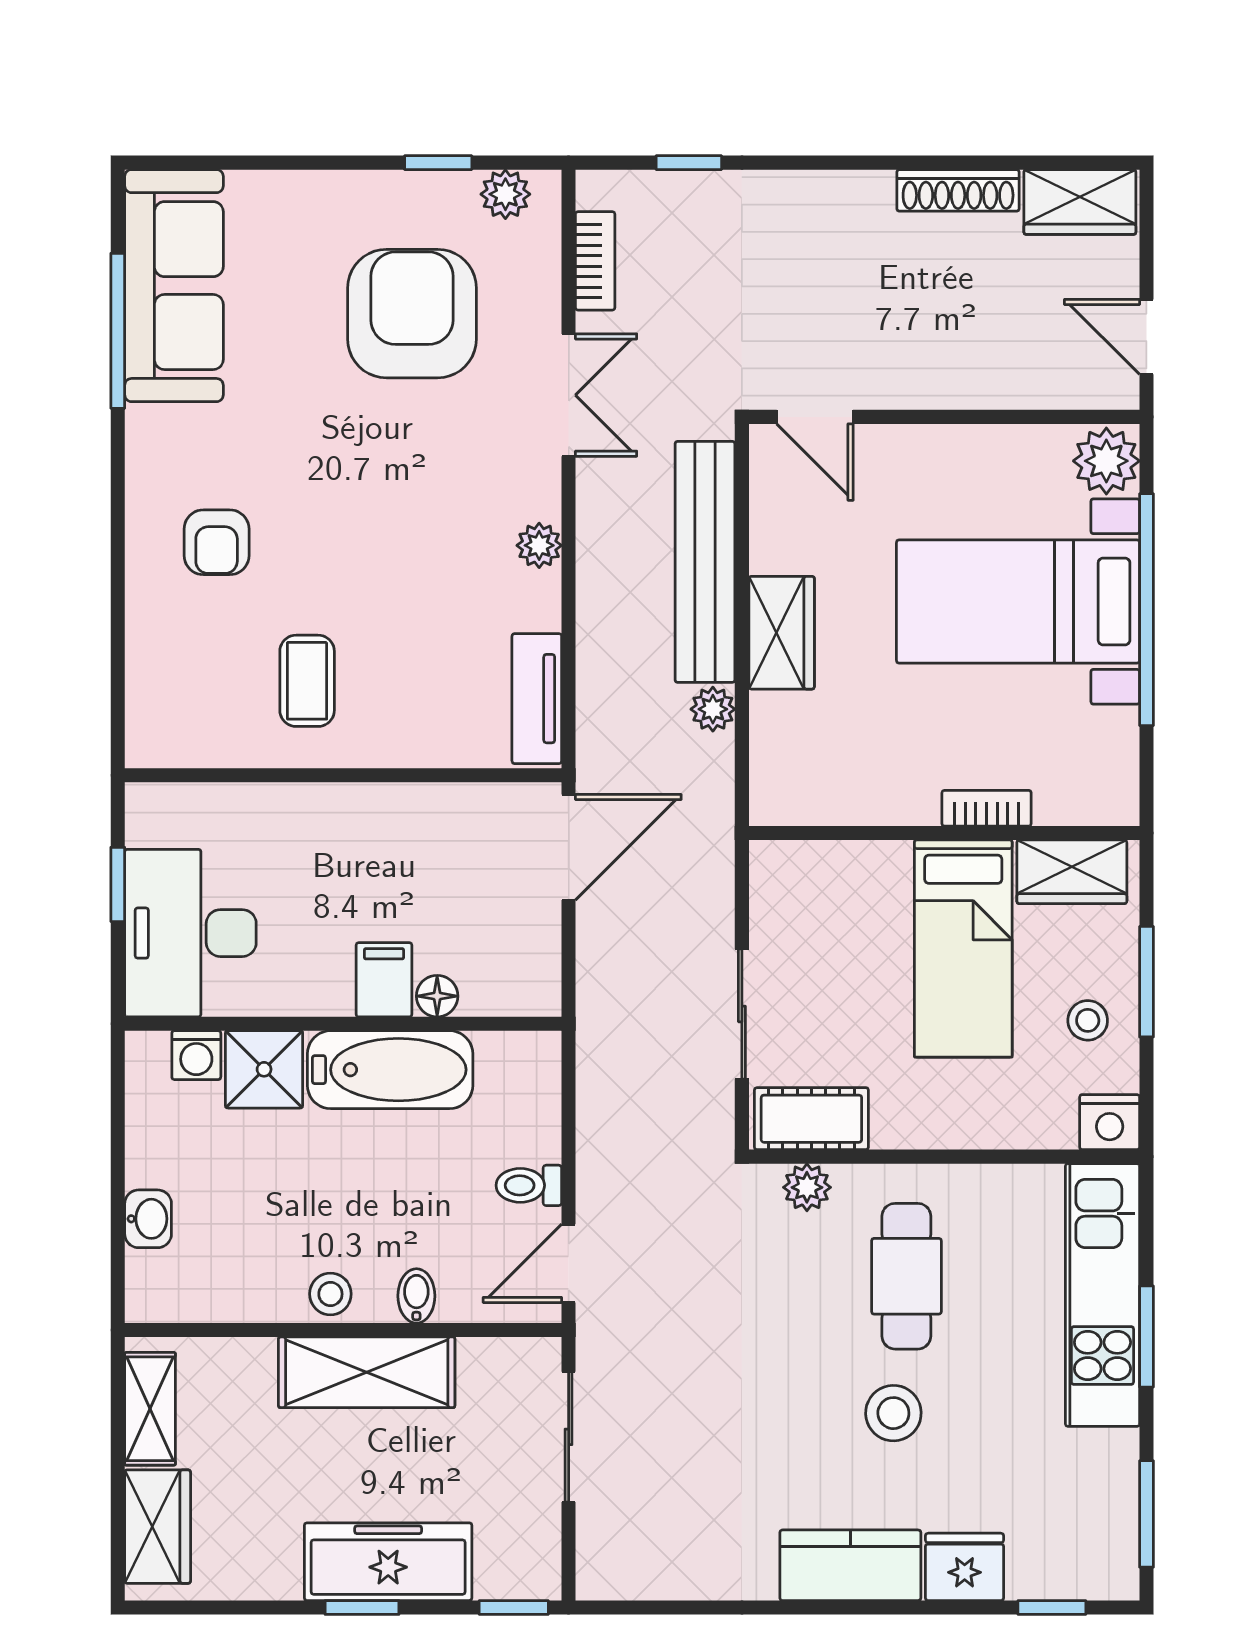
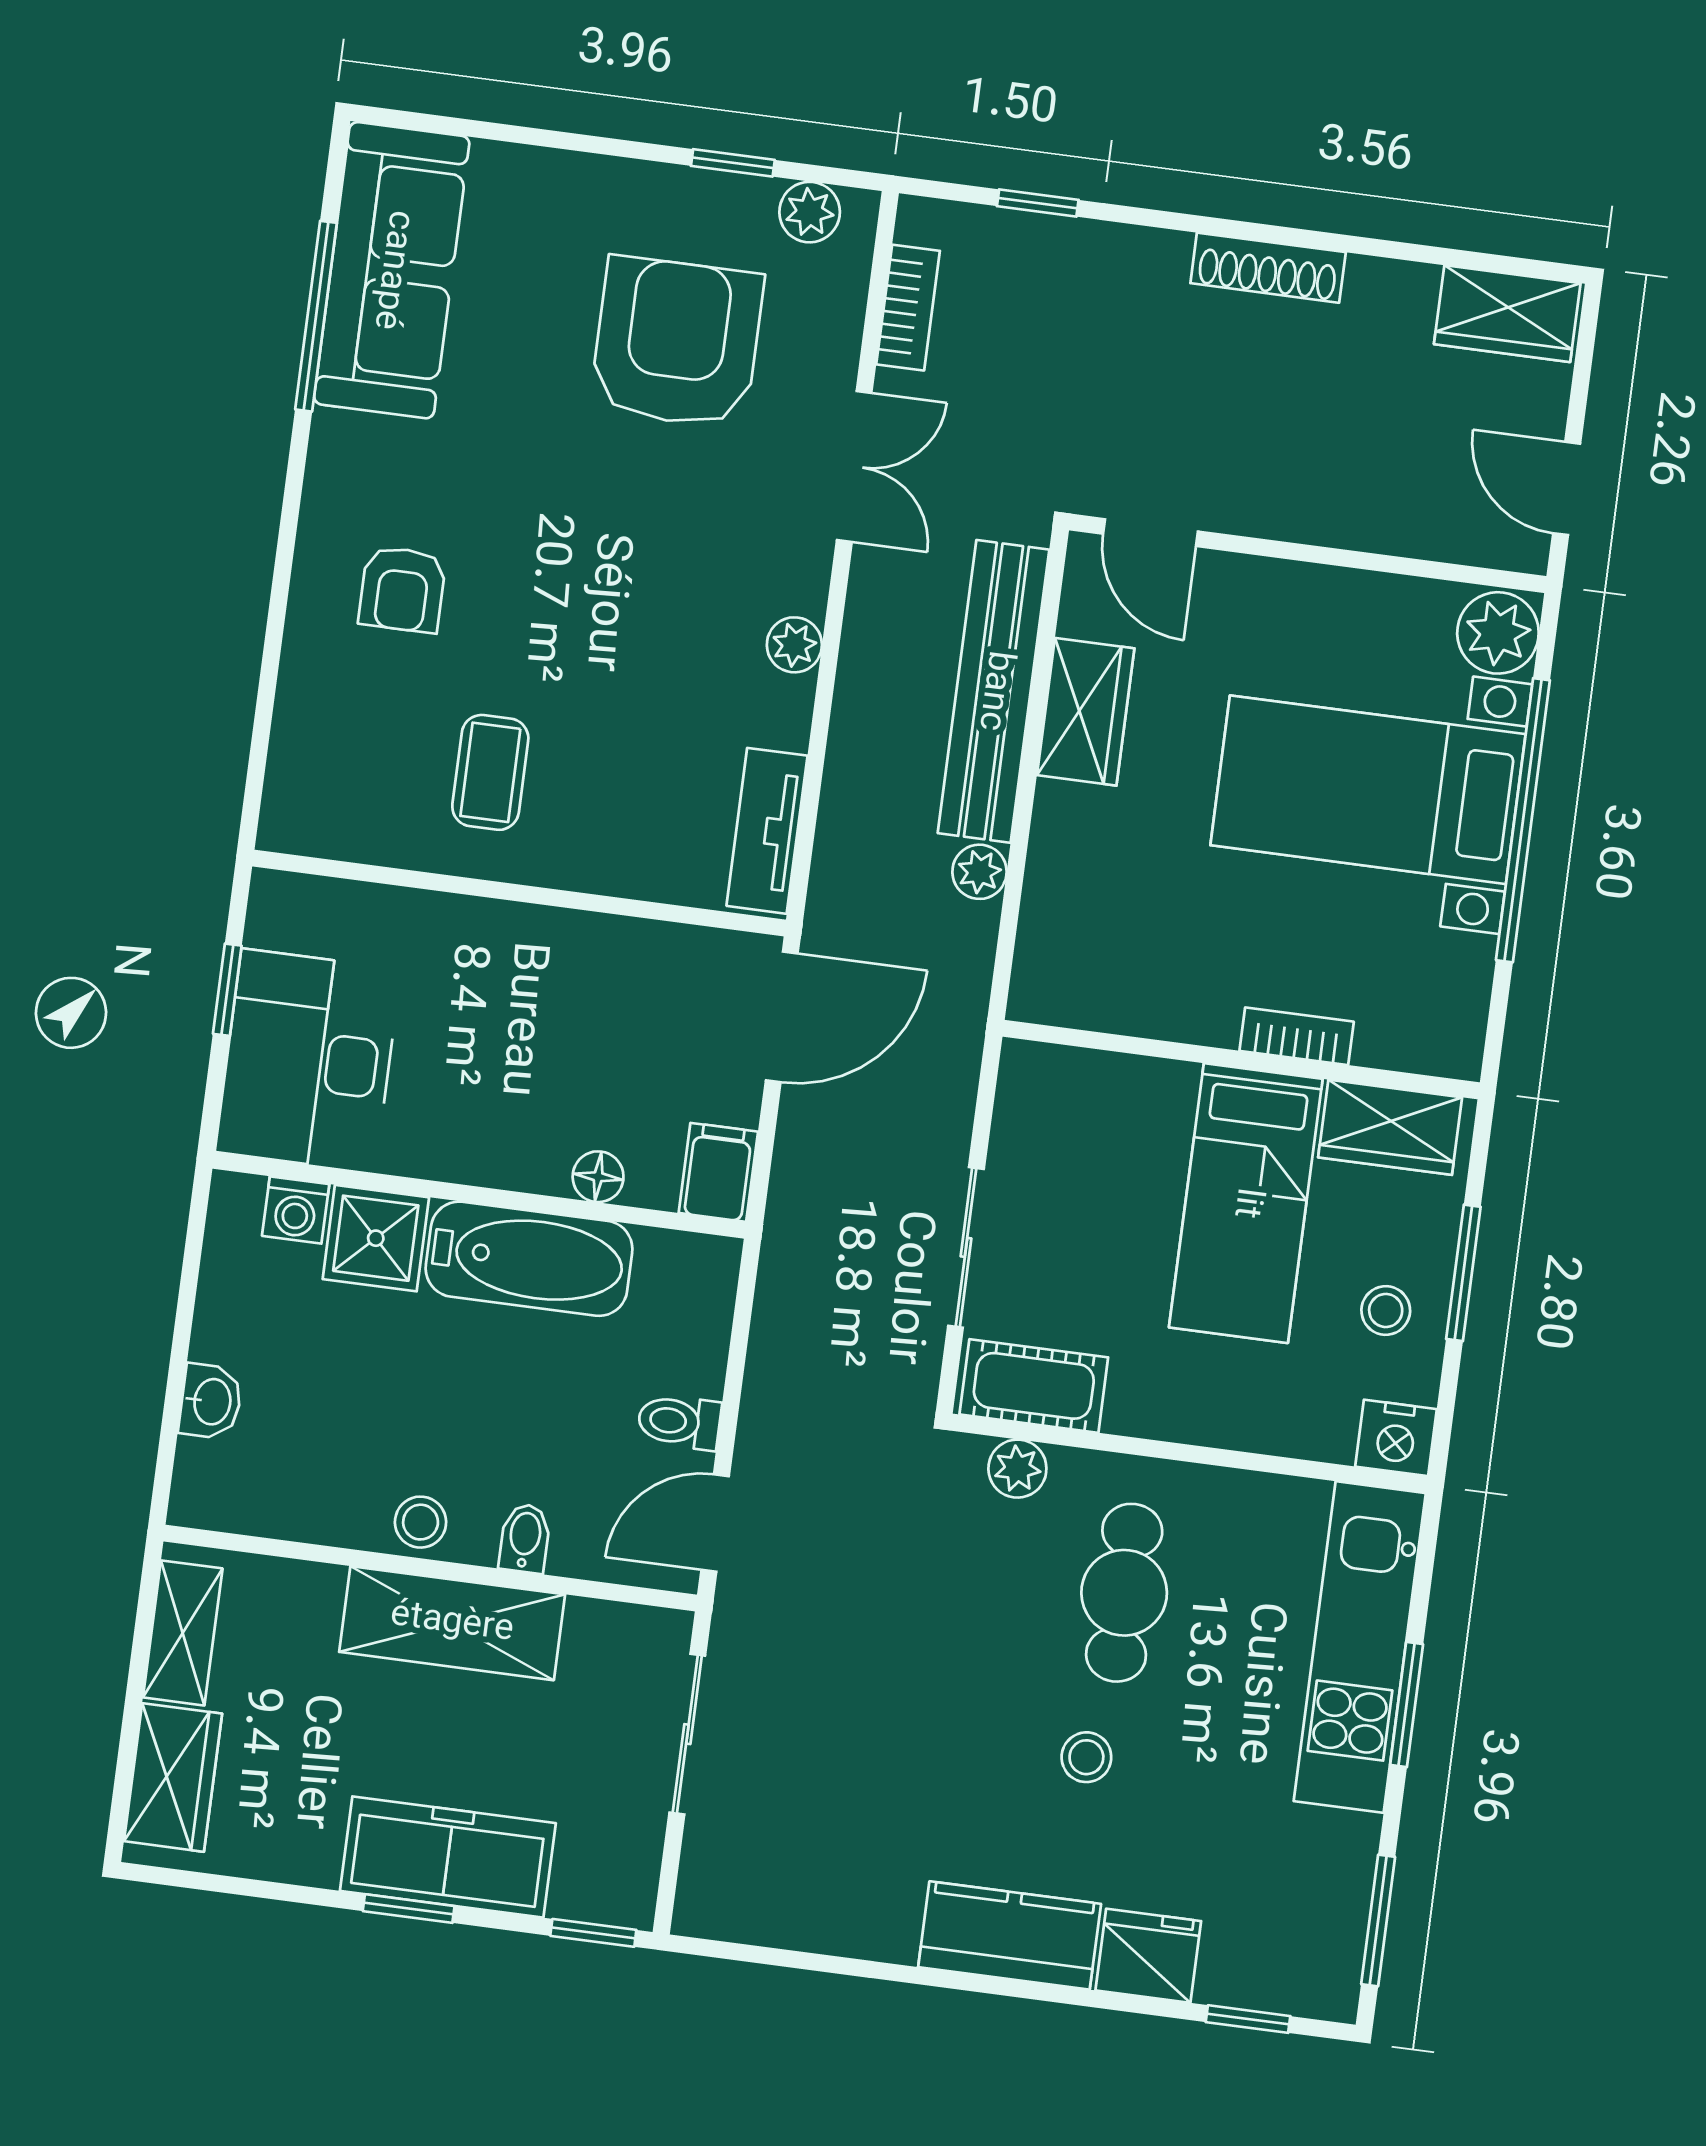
shoe rack: (958, 190) -> (1268, 268), moved
wardrobe: (782, 633) -> (1086, 712), moved
filing cabinet: (384, 980) -> (718, 1172), moved
stool: (893, 1413) -> (1086, 1757), width x0.73, depth x0.73

